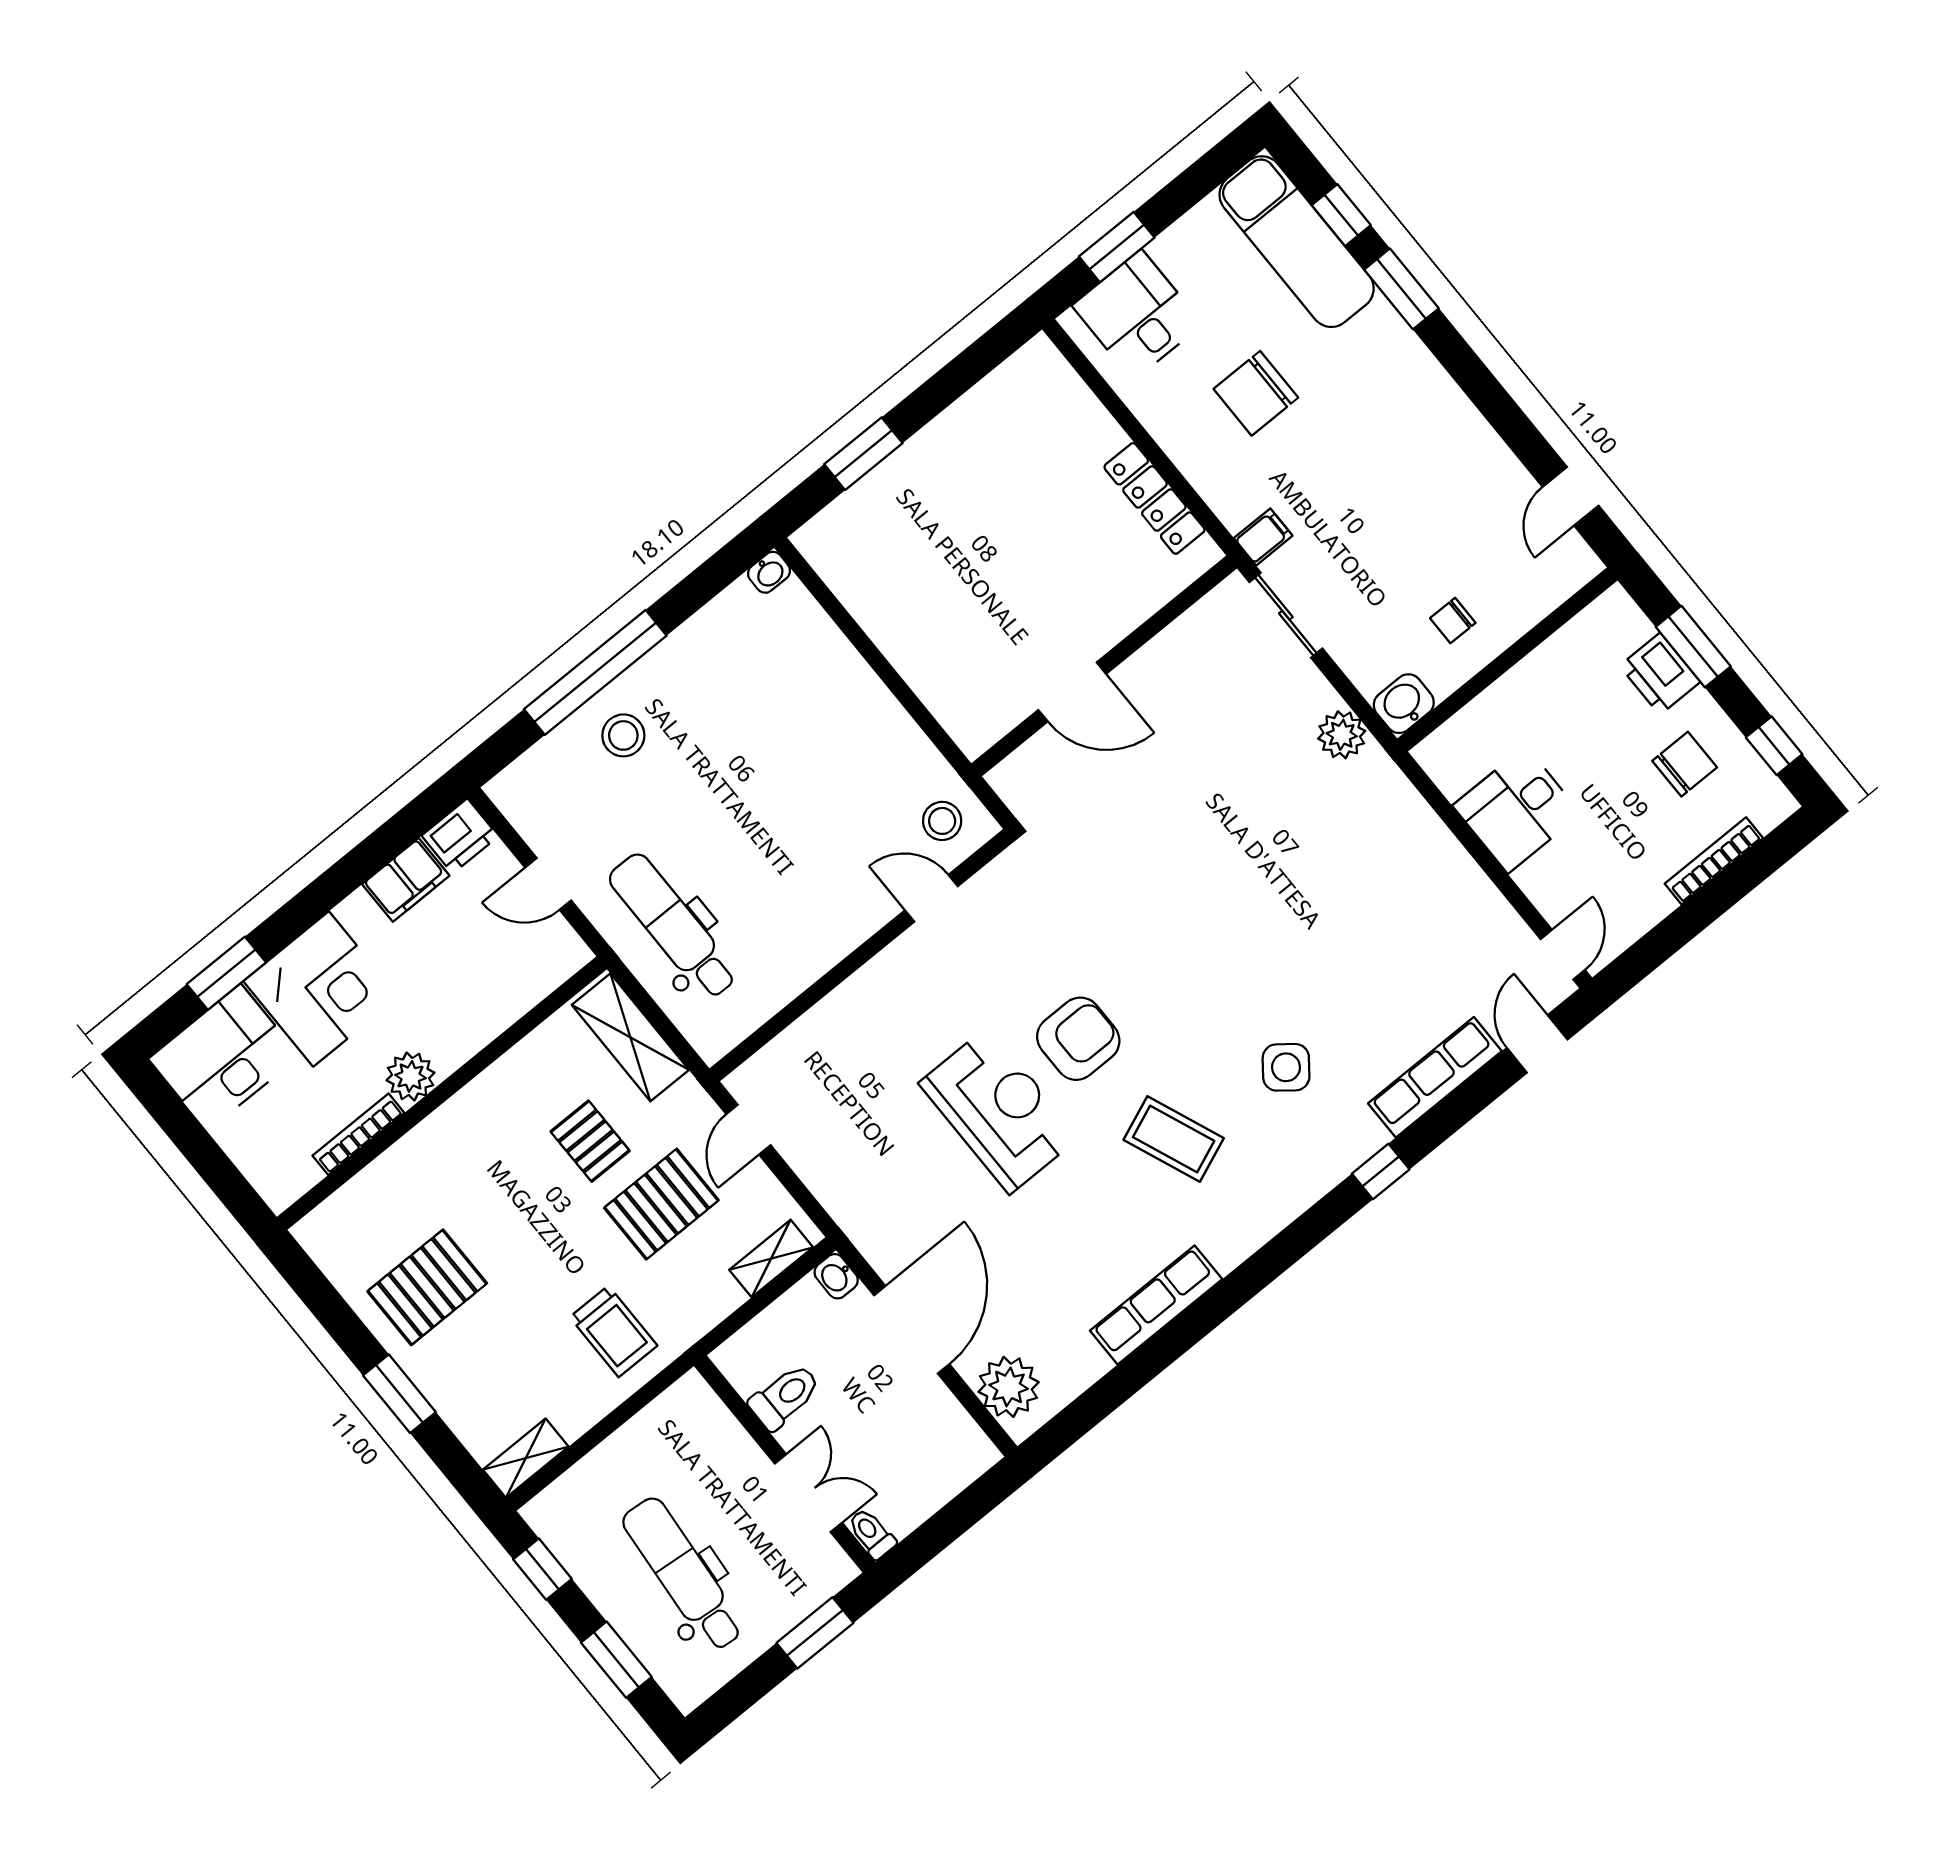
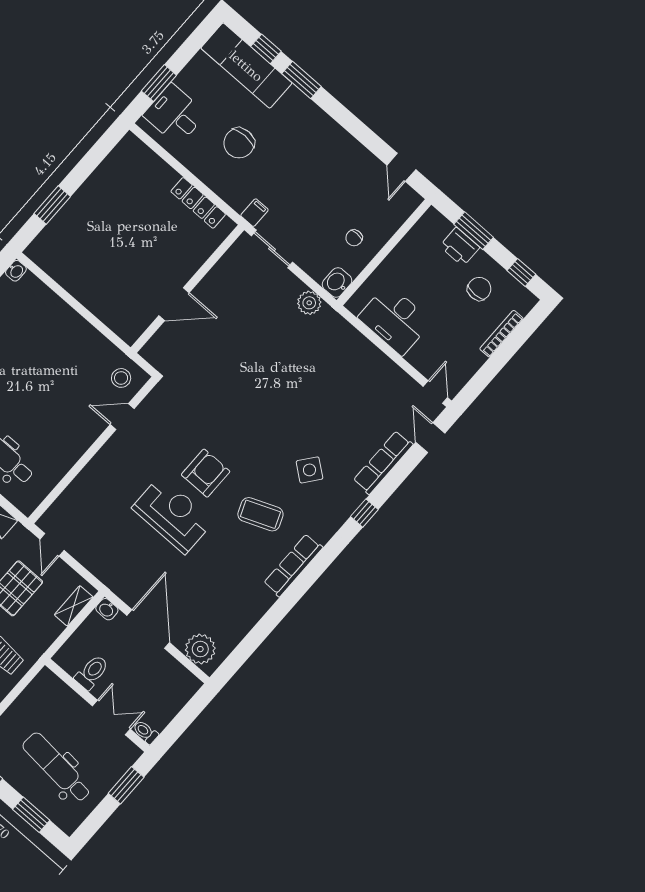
desk: (1517, 810) -> (395, 320), width x1.37
row of seats: (1156, 1305) -> (293, 565), moved

